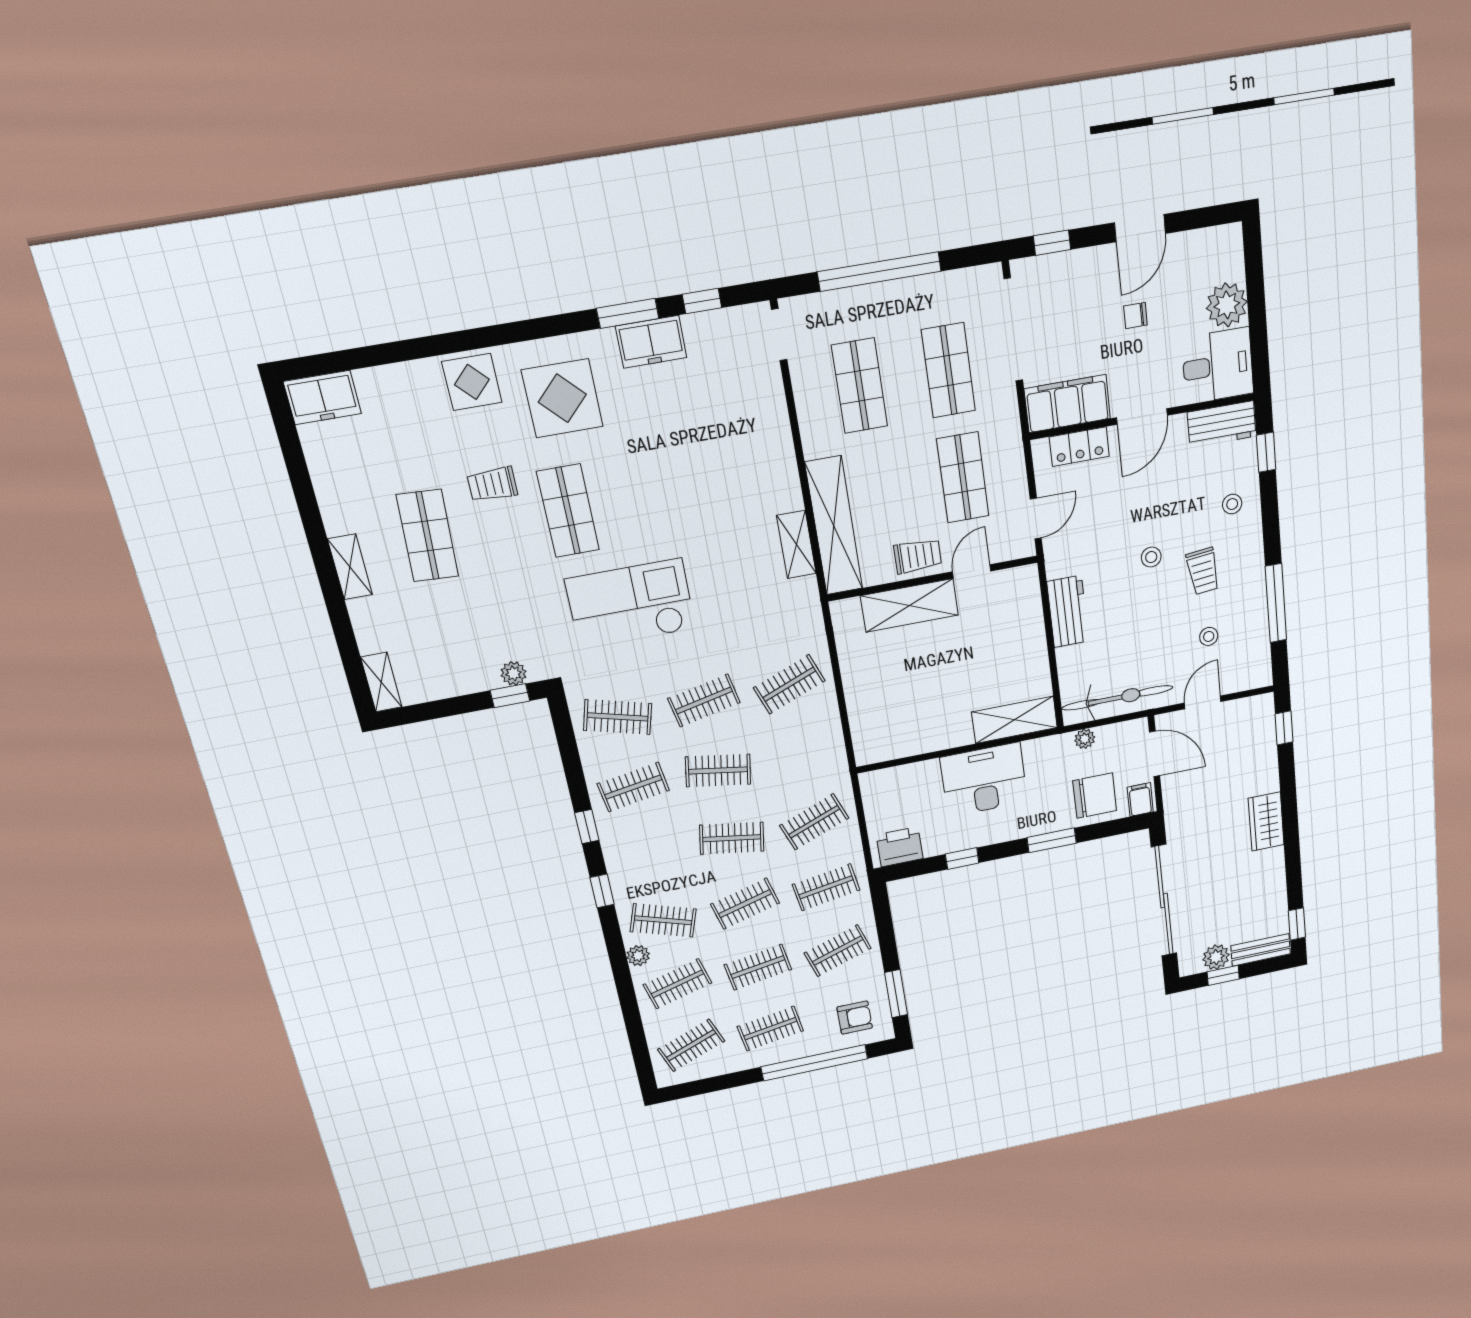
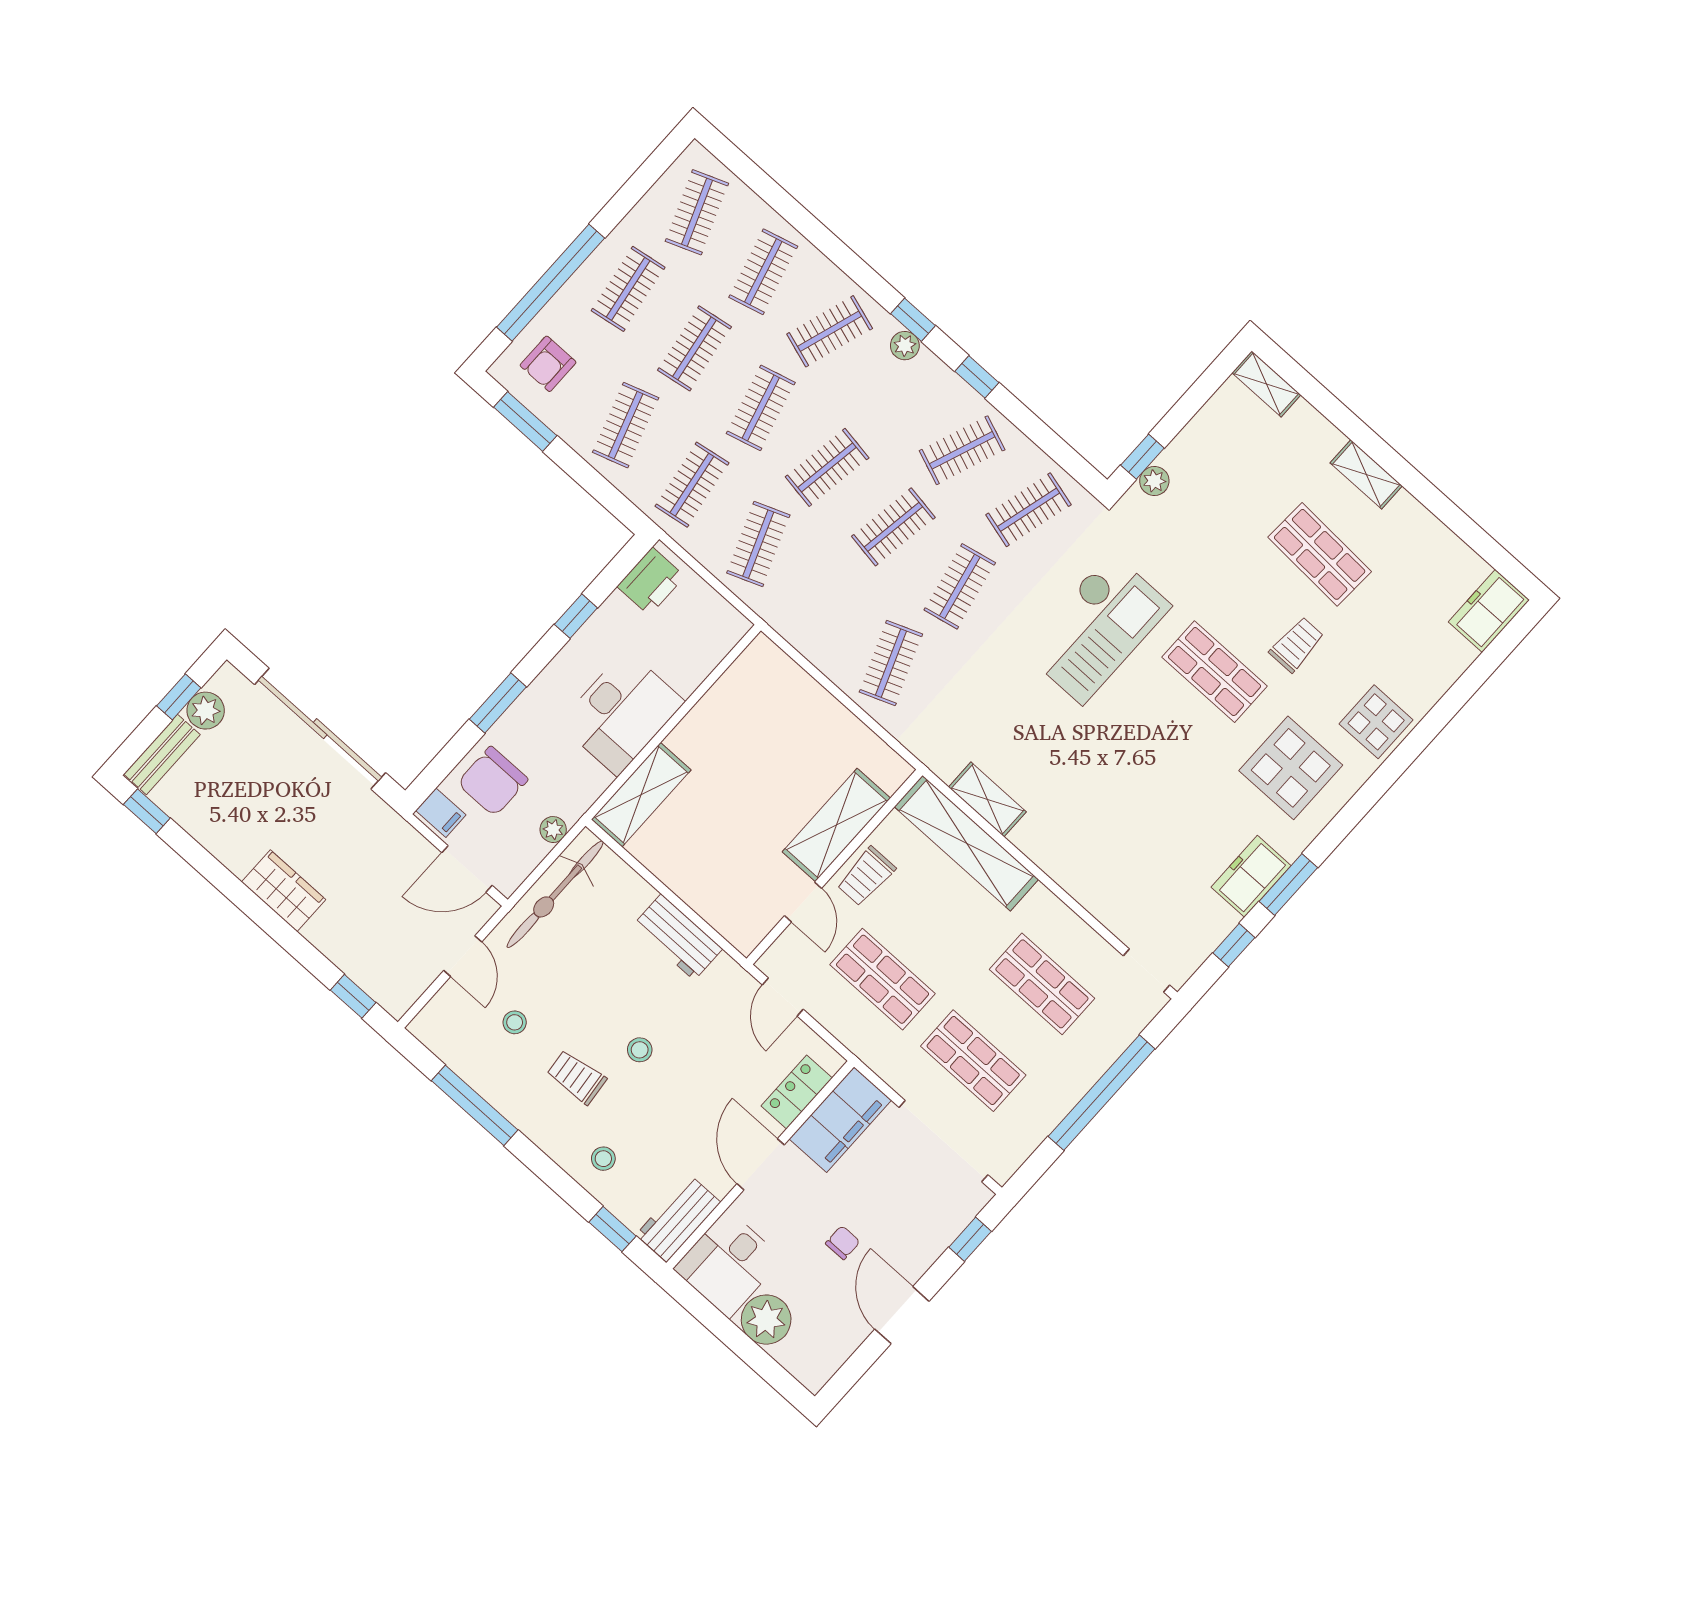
clothes rail: (633, 787) -> (962, 450), turned 30
plant: (638, 956) -> (905, 346), moved

